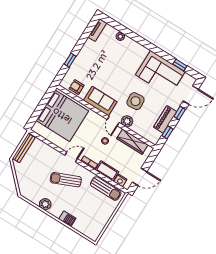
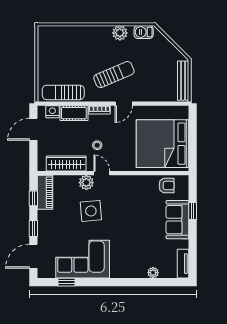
sofa: (100, 101) -> (177, 220), moved, turned 90
piano: (165, 119) -> (45, 192), moved
barbecue: (67, 219) -> (144, 32), moved

